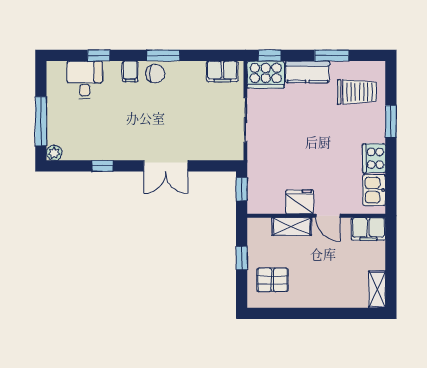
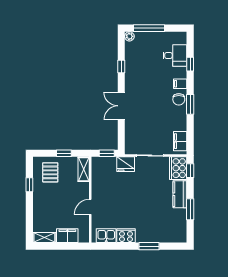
trolley: (357, 92) -> (167, 225), removed
fridge: (299, 202) -> (126, 164), moved, turned 90
shelving: (292, 226) -> (84, 169), moved
filing cabinet: (368, 229) -> (67, 236), moved, turned 90
window: (292, 313) -> (29, 185), added

